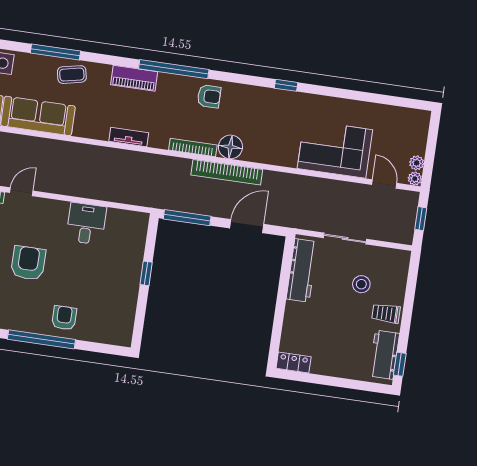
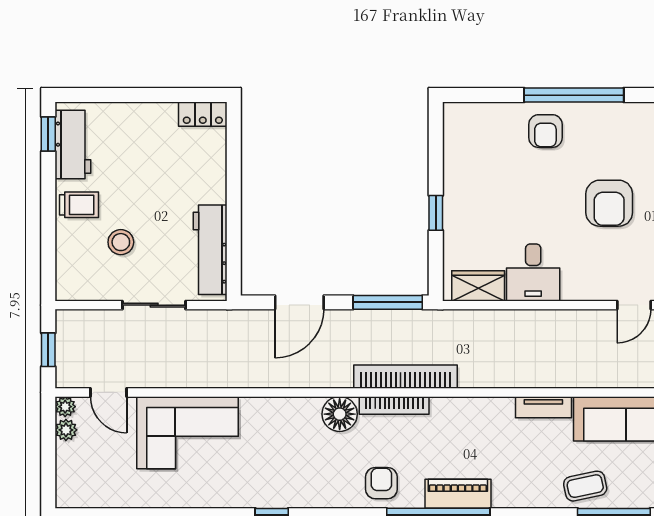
piano: (134, 78) -> (458, 494), moved
armchair: (209, 96) -> (381, 483), turned 90
tv unit: (129, 137) -> (543, 407), moved
bookcase: (227, 172) -> (405, 377), moved
wardrobe: (125, 220) -> (478, 286), added

